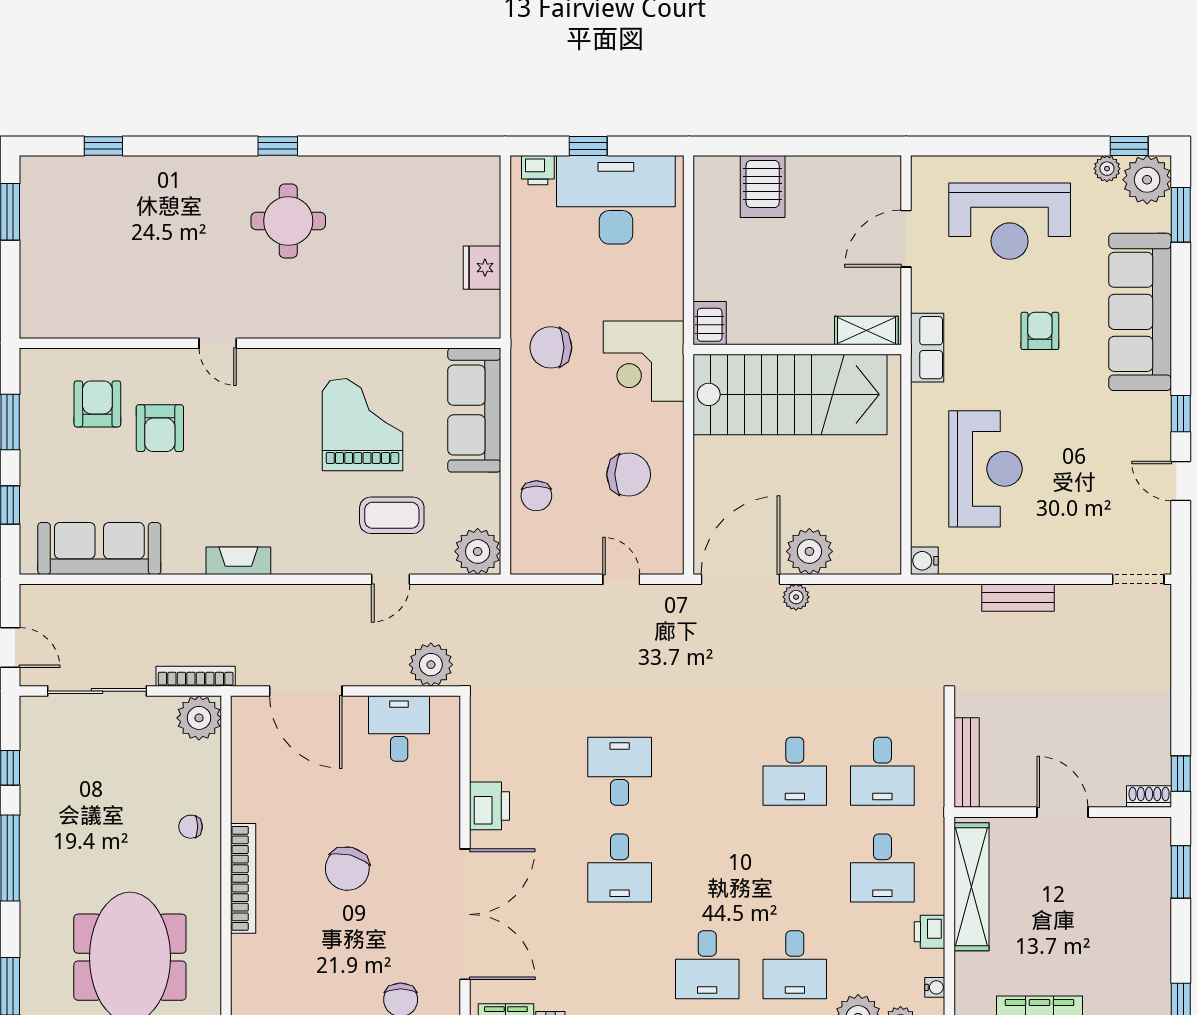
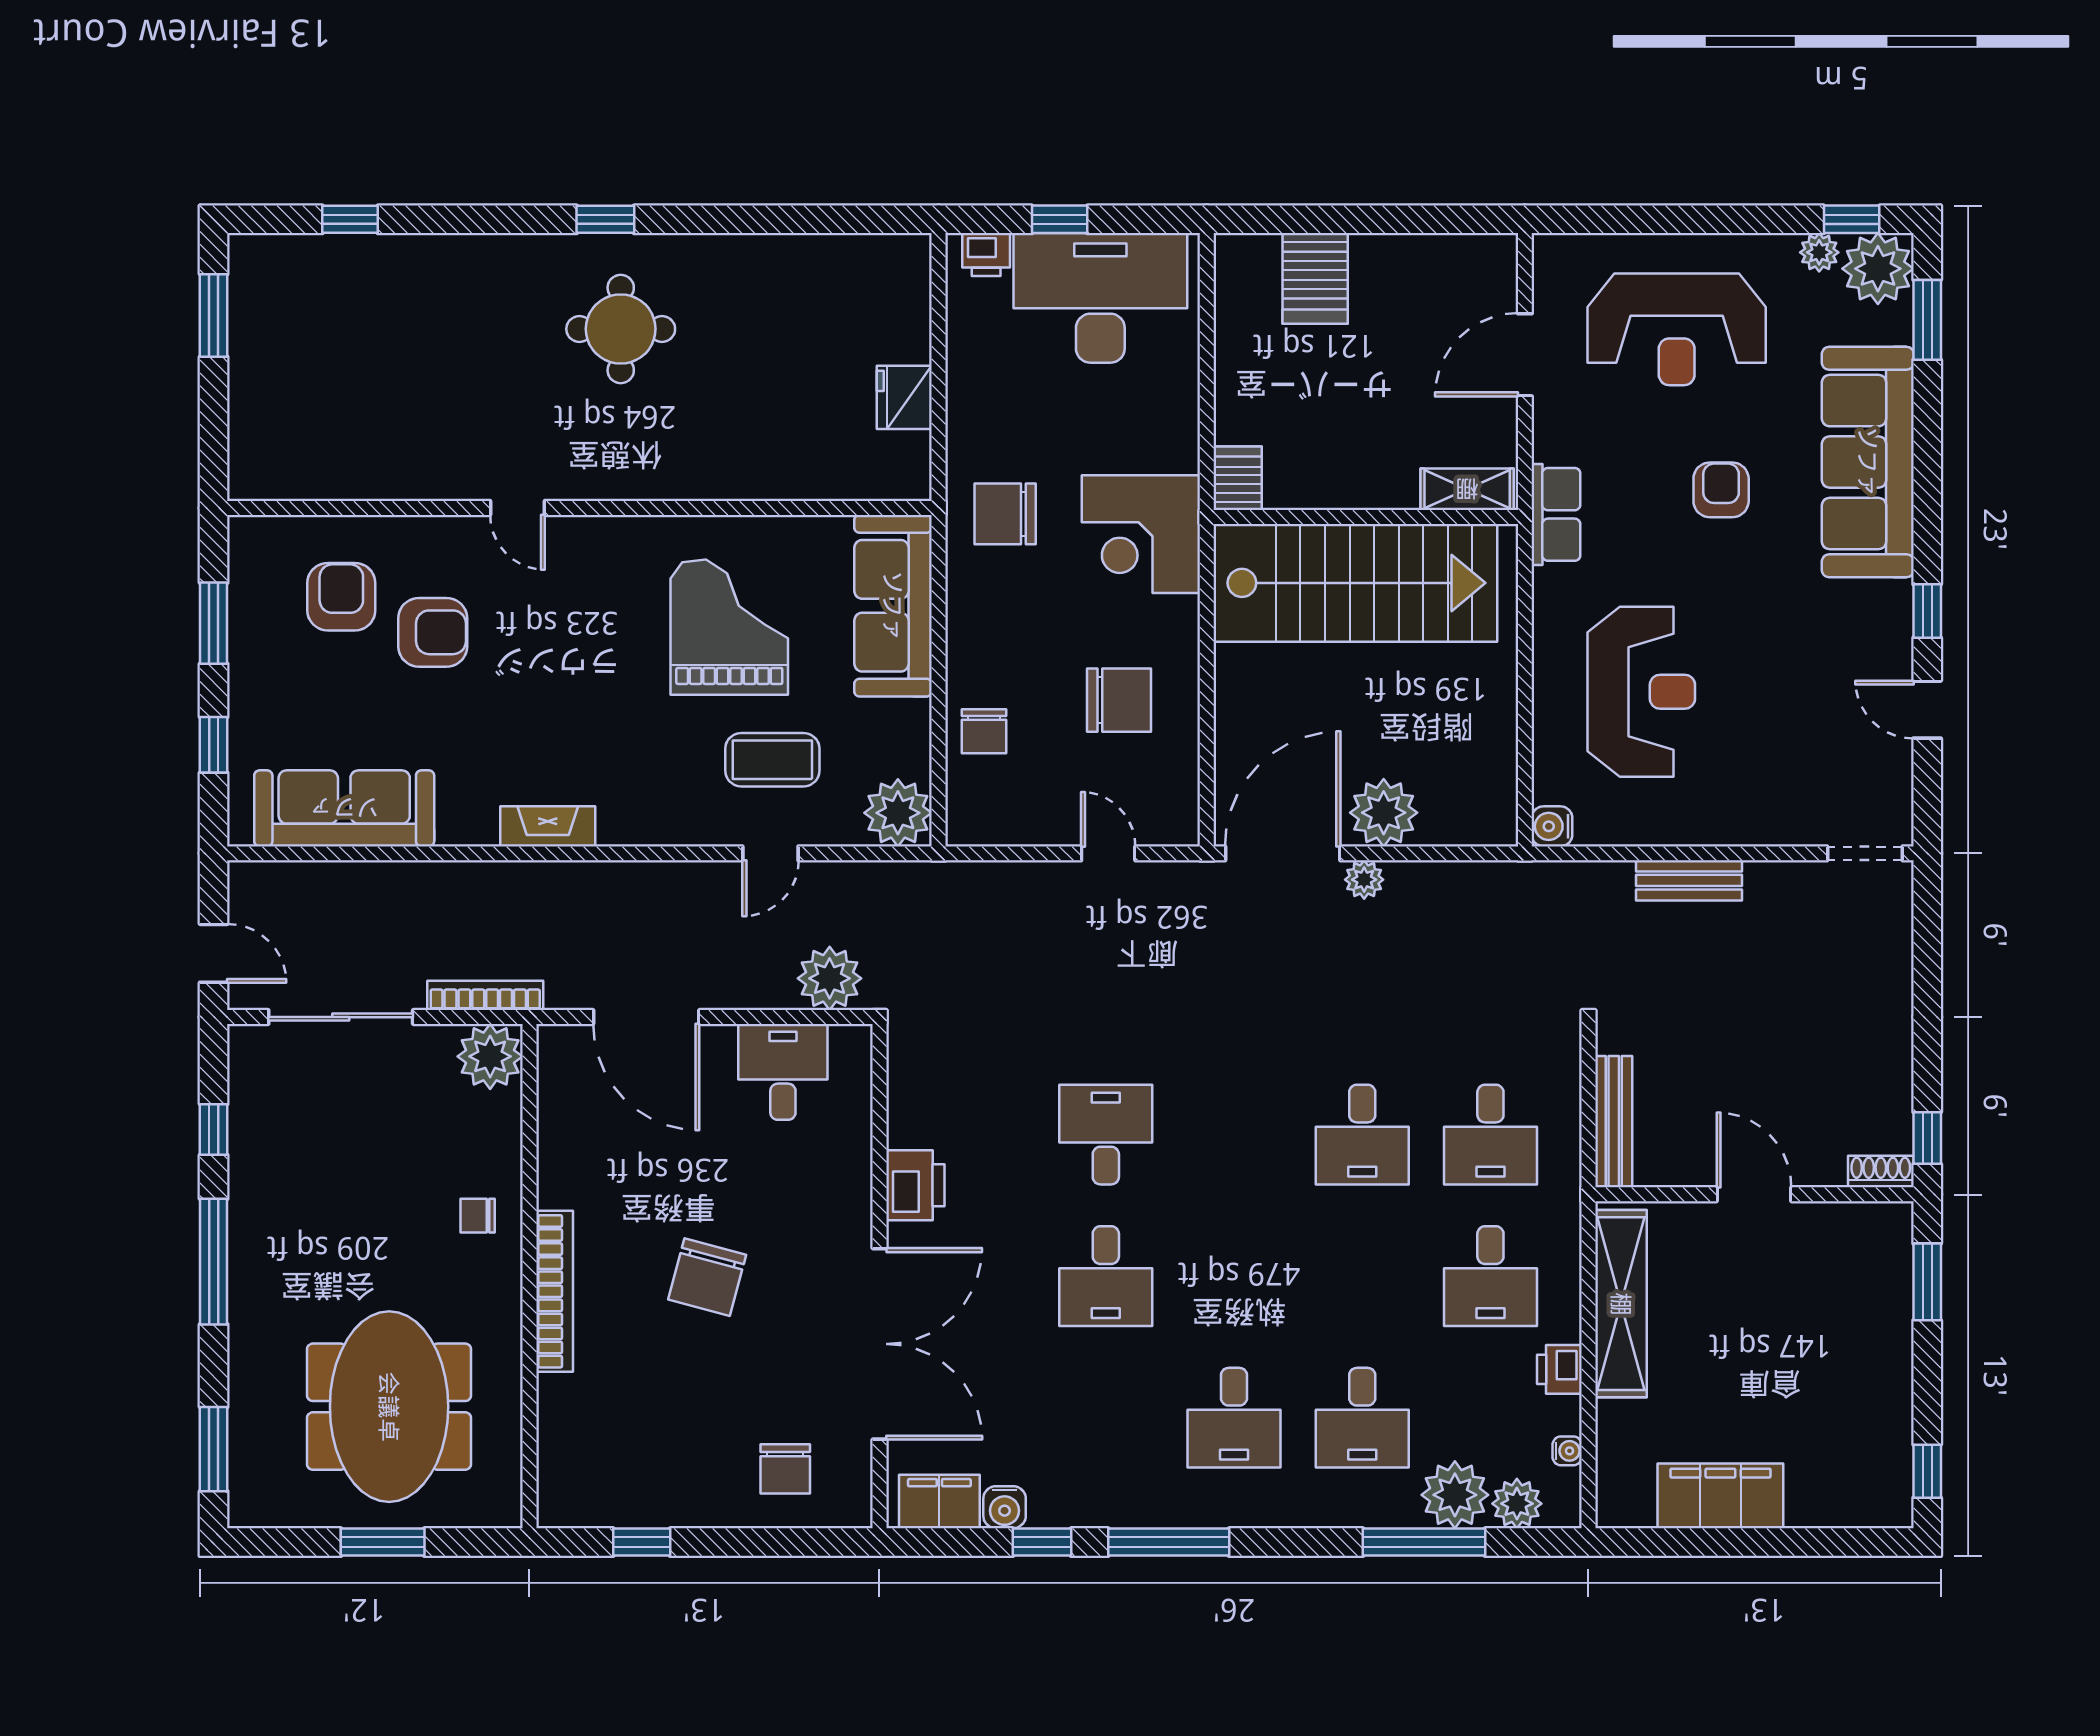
armchair: (160, 428) -> (433, 632), turned -90

